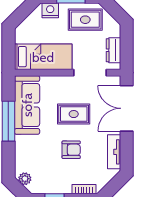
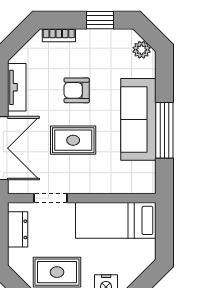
doorway: (90, 73) -> (50, 198), width x0.73
sofa: (27, 105) -> (138, 119), moved

